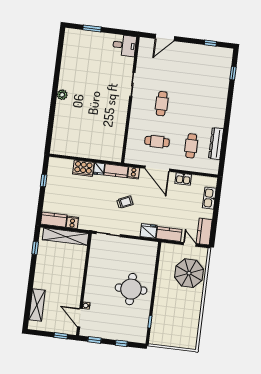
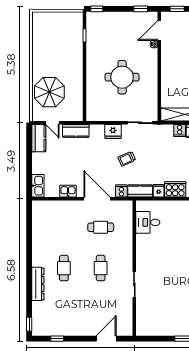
desk: (124, 45) -> (148, 222), moved
window: (233, 73) -> (29, 324), moved
dresser: (216, 144) -> (38, 284), moved
cafe table: (191, 146) -> (64, 268), moved
kitchen sink: (209, 198) -> (38, 186), moved
fridge: (148, 231) -> (113, 131), moved
round table: (131, 289) -> (122, 77), moved
door: (80, 318) -> (159, 30), swing flipped
window: (121, 343) -> (97, 9), moved

